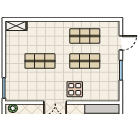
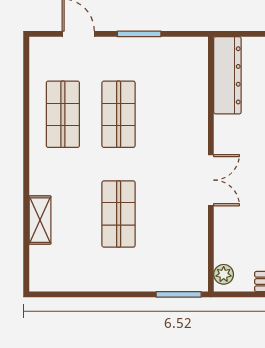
shelving: (16, 26) -> (40, 220), moved
display table: (75, 89) -> (181, 137), removed

